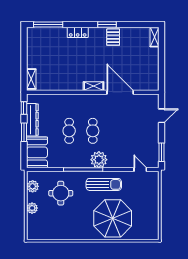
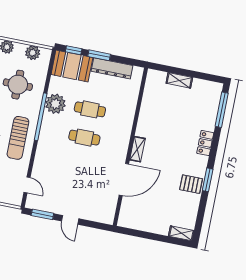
shelving: (31, 79) -> (179, 80), moved
window: (24, 108) -> (74, 50), moved
door: (162, 116) -> (70, 220), moved
plant: (99, 160) -> (55, 104), moved
door: (140, 170) -> (27, 185), hinge flipped

